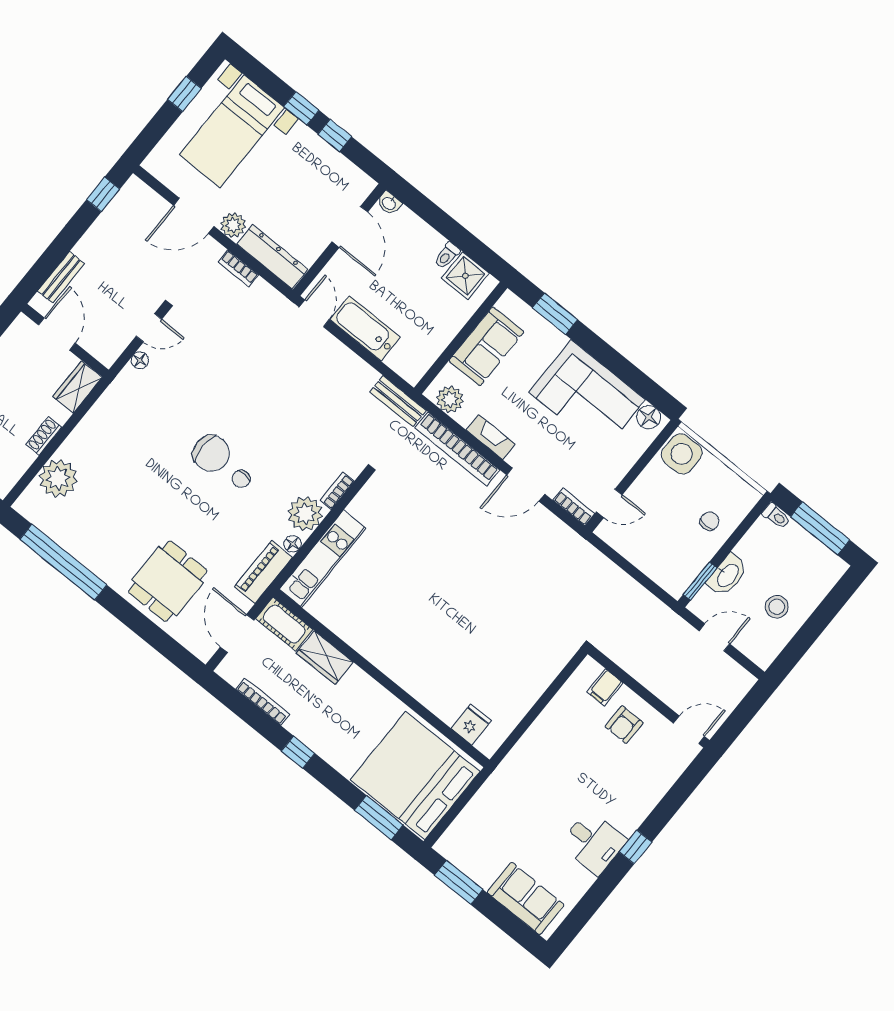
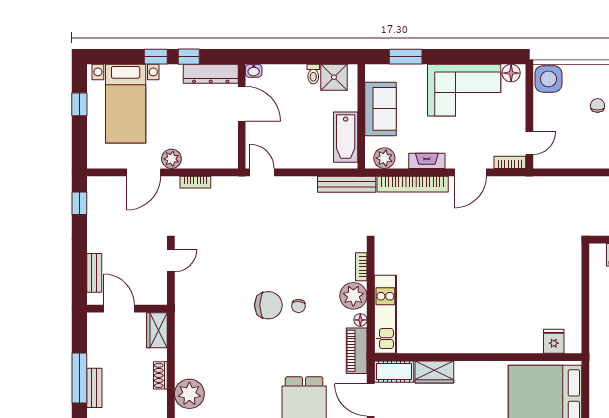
dresser: (272, 257) -> (211, 74), moved, turned 180
bathtub: (365, 328) -> (346, 137), moved, turned -90
floor lamp: (140, 360) -> (181, 284), removed
bench: (398, 401) -> (347, 184), width x1.36

